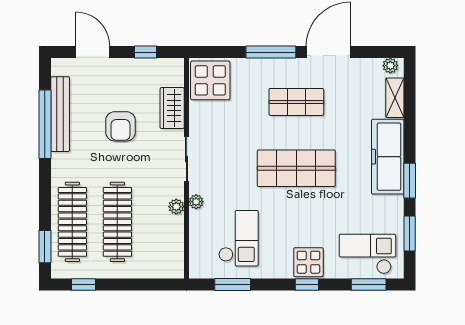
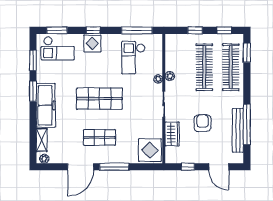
window: (133, 285) -> (195, 30), added
window: (233, 285) -> (137, 30), width x1.44

